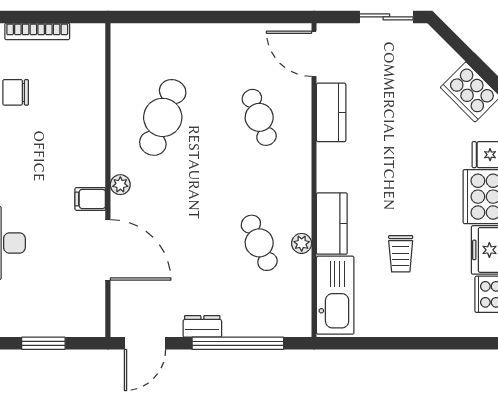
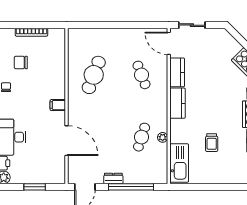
sliding door: (386, 17) -> (192, 25), moved
plant: (120, 185) -> (73, 108), removed
filing cabinet: (90, 199) -> (58, 105), moved
kitchen counter: (332, 223) -> (178, 103), moved
cafe table: (259, 243) -> (142, 137), turned 42

